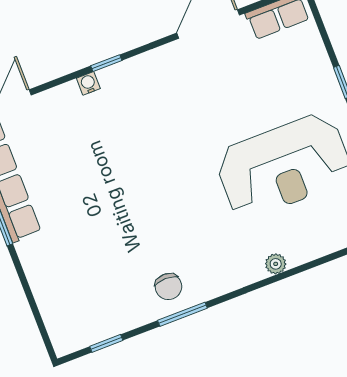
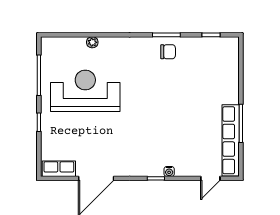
plant: (276, 264) -> (92, 42), moved
chair: (168, 287) -> (168, 52), turned 90

